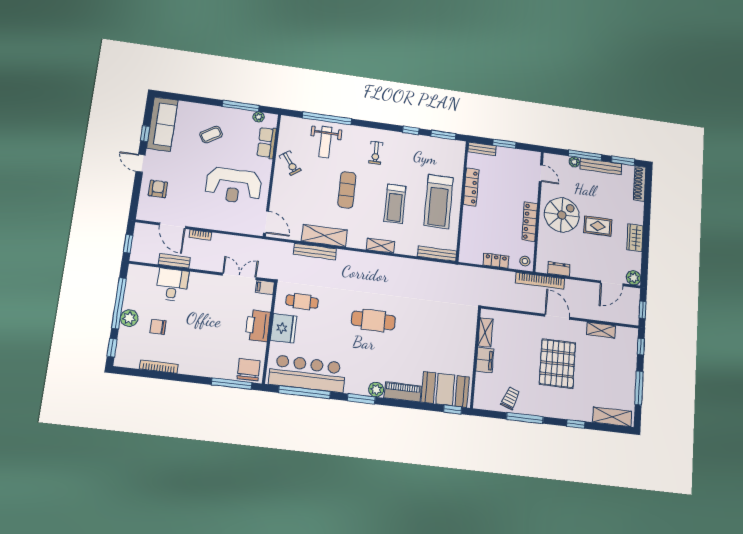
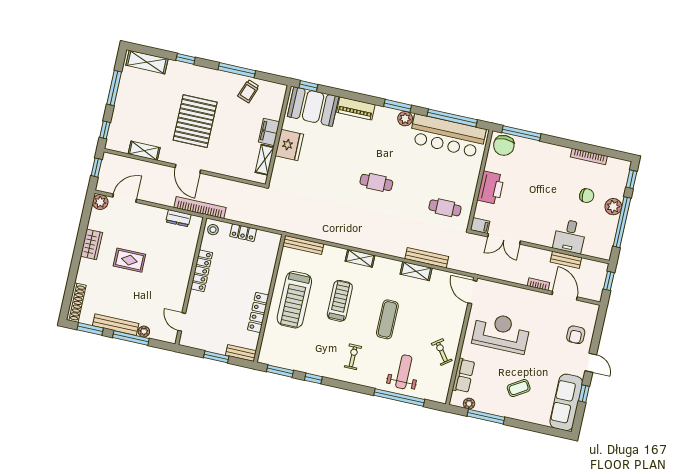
treadmill: (439, 202) -> (294, 300), turned 180
spiral stairs: (562, 215) -> (166, 275), removed
shelving: (324, 236) -> (416, 271), width x0.67, depth x0.75
cafe table: (373, 320) -> (376, 182), width x0.73, depth x0.74
fridge: (284, 328) -> (289, 145), moved, turned 180
plant: (376, 390) -> (405, 119), moved

